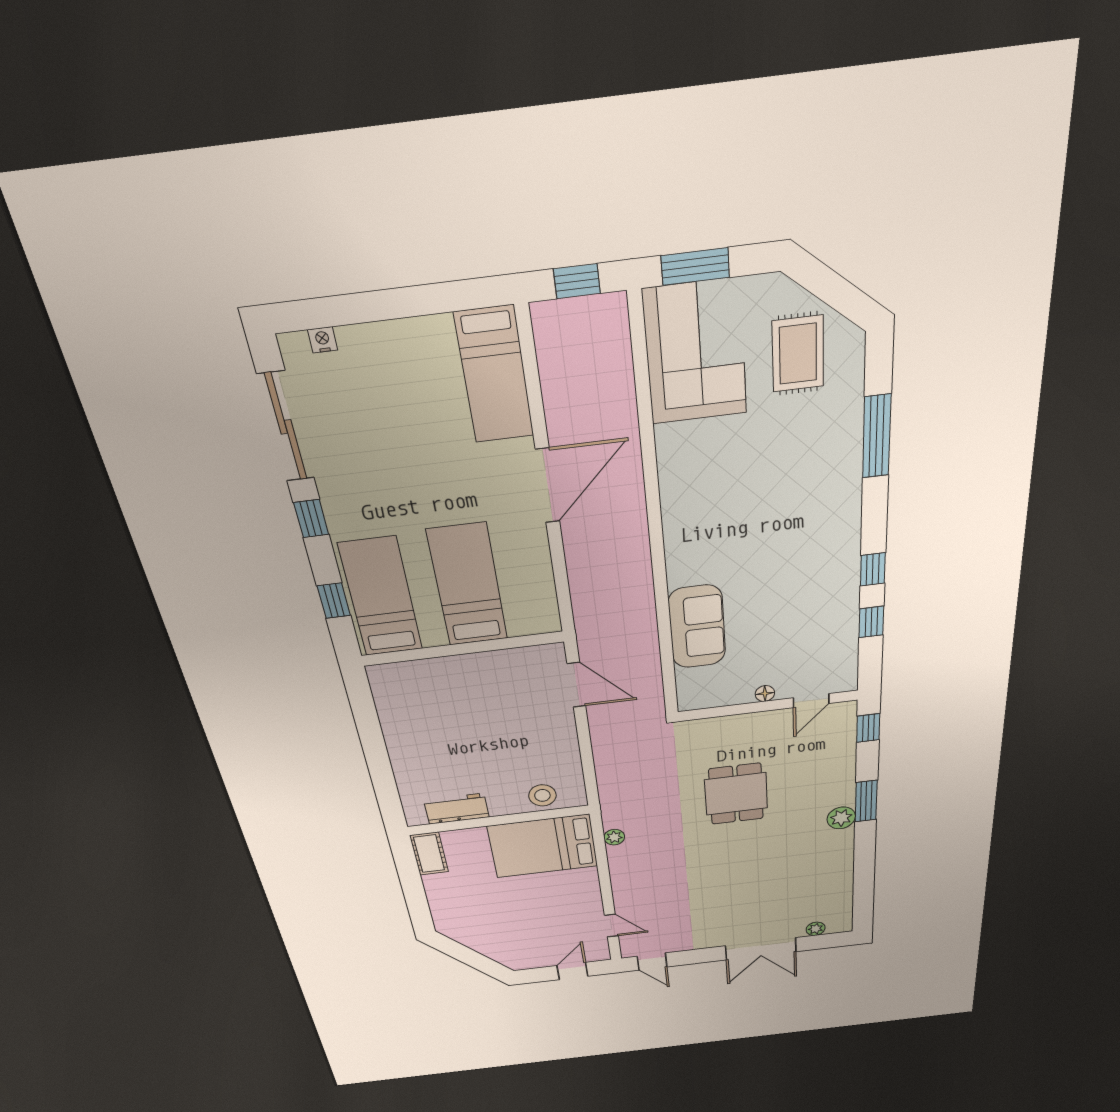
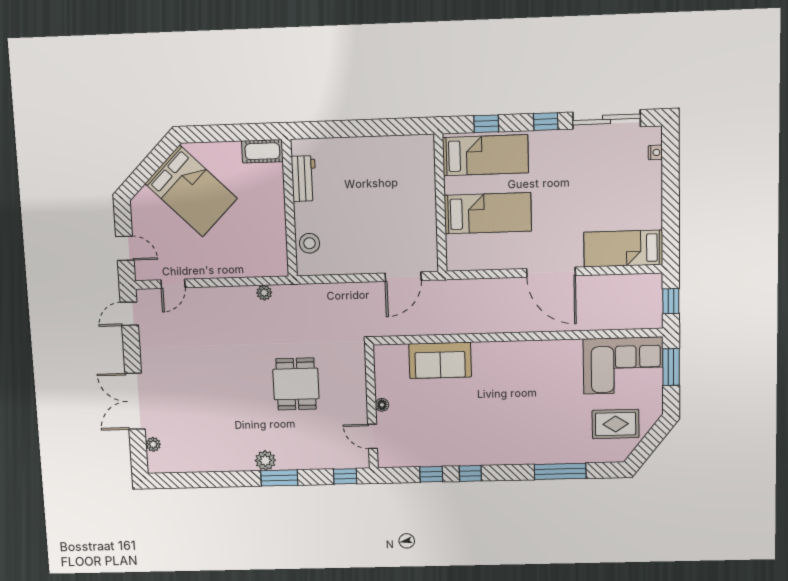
dining table: (736, 794) -> (296, 384), turned 90
bed: (543, 846) -> (191, 191), moved, turned 135

